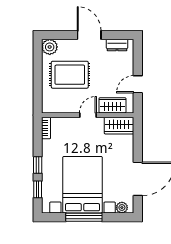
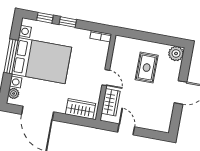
dresser: (117, 45) -> (166, 117), removed
rug: (70, 75) -> (147, 68), width x0.73, depth x0.70
wardrobe: (119, 126) -> (81, 109), moved, turned 90

